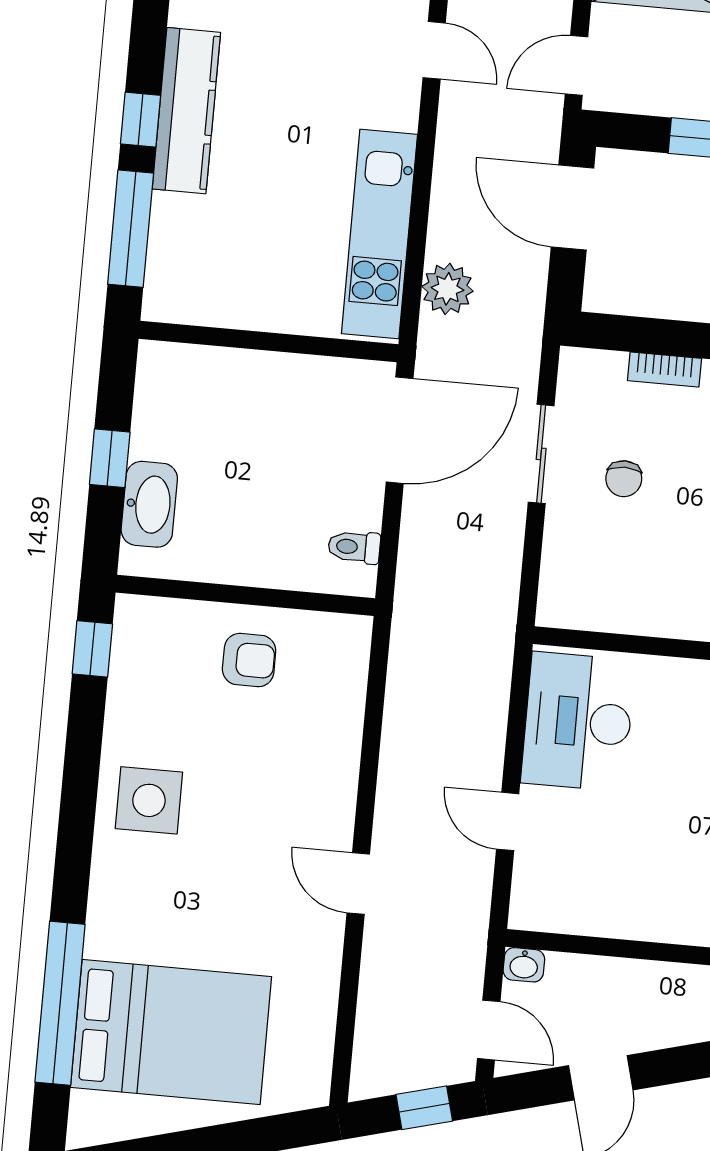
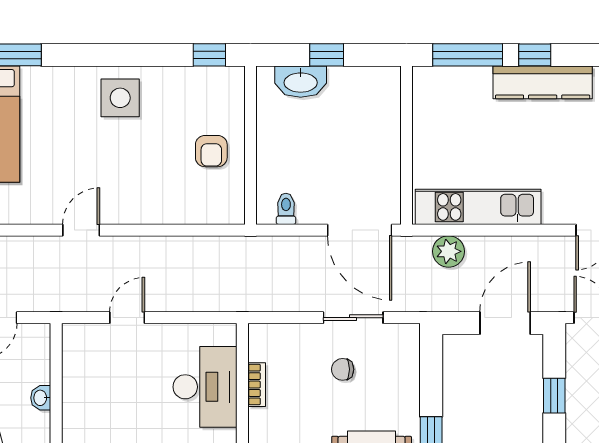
bookcase: (664, 369) -> (257, 385), moved, turned 180
desk: (578, 722) -> (205, 387), moved, turned 90
washbasin: (524, 965) -> (41, 398), moved

